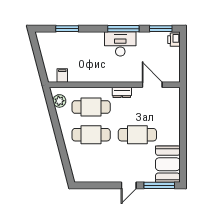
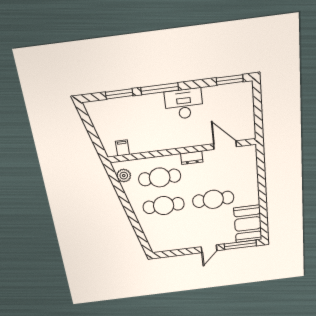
window: (123, 29) -> (160, 89), moved
printer: (174, 40) -> (246, 91), removed

